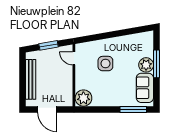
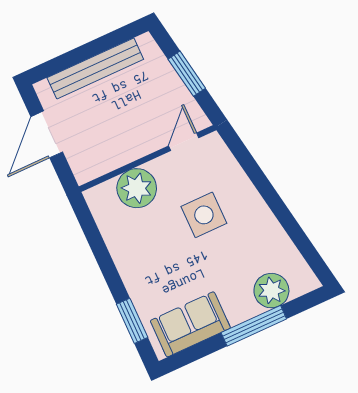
plant: (146, 65) -> (271, 291), moved
plant: (83, 98) -> (137, 188), moved
window: (133, 109) -> (132, 321), width x0.69

